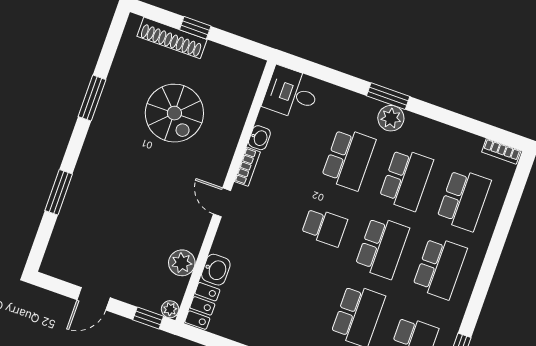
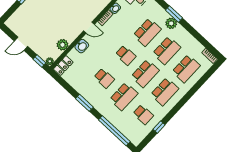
door: (222, 202) -> (89, 28), swing flipped
washbasin: (216, 270) -> (82, 46), moved
school desk: (300, 295) -> (104, 78), added

